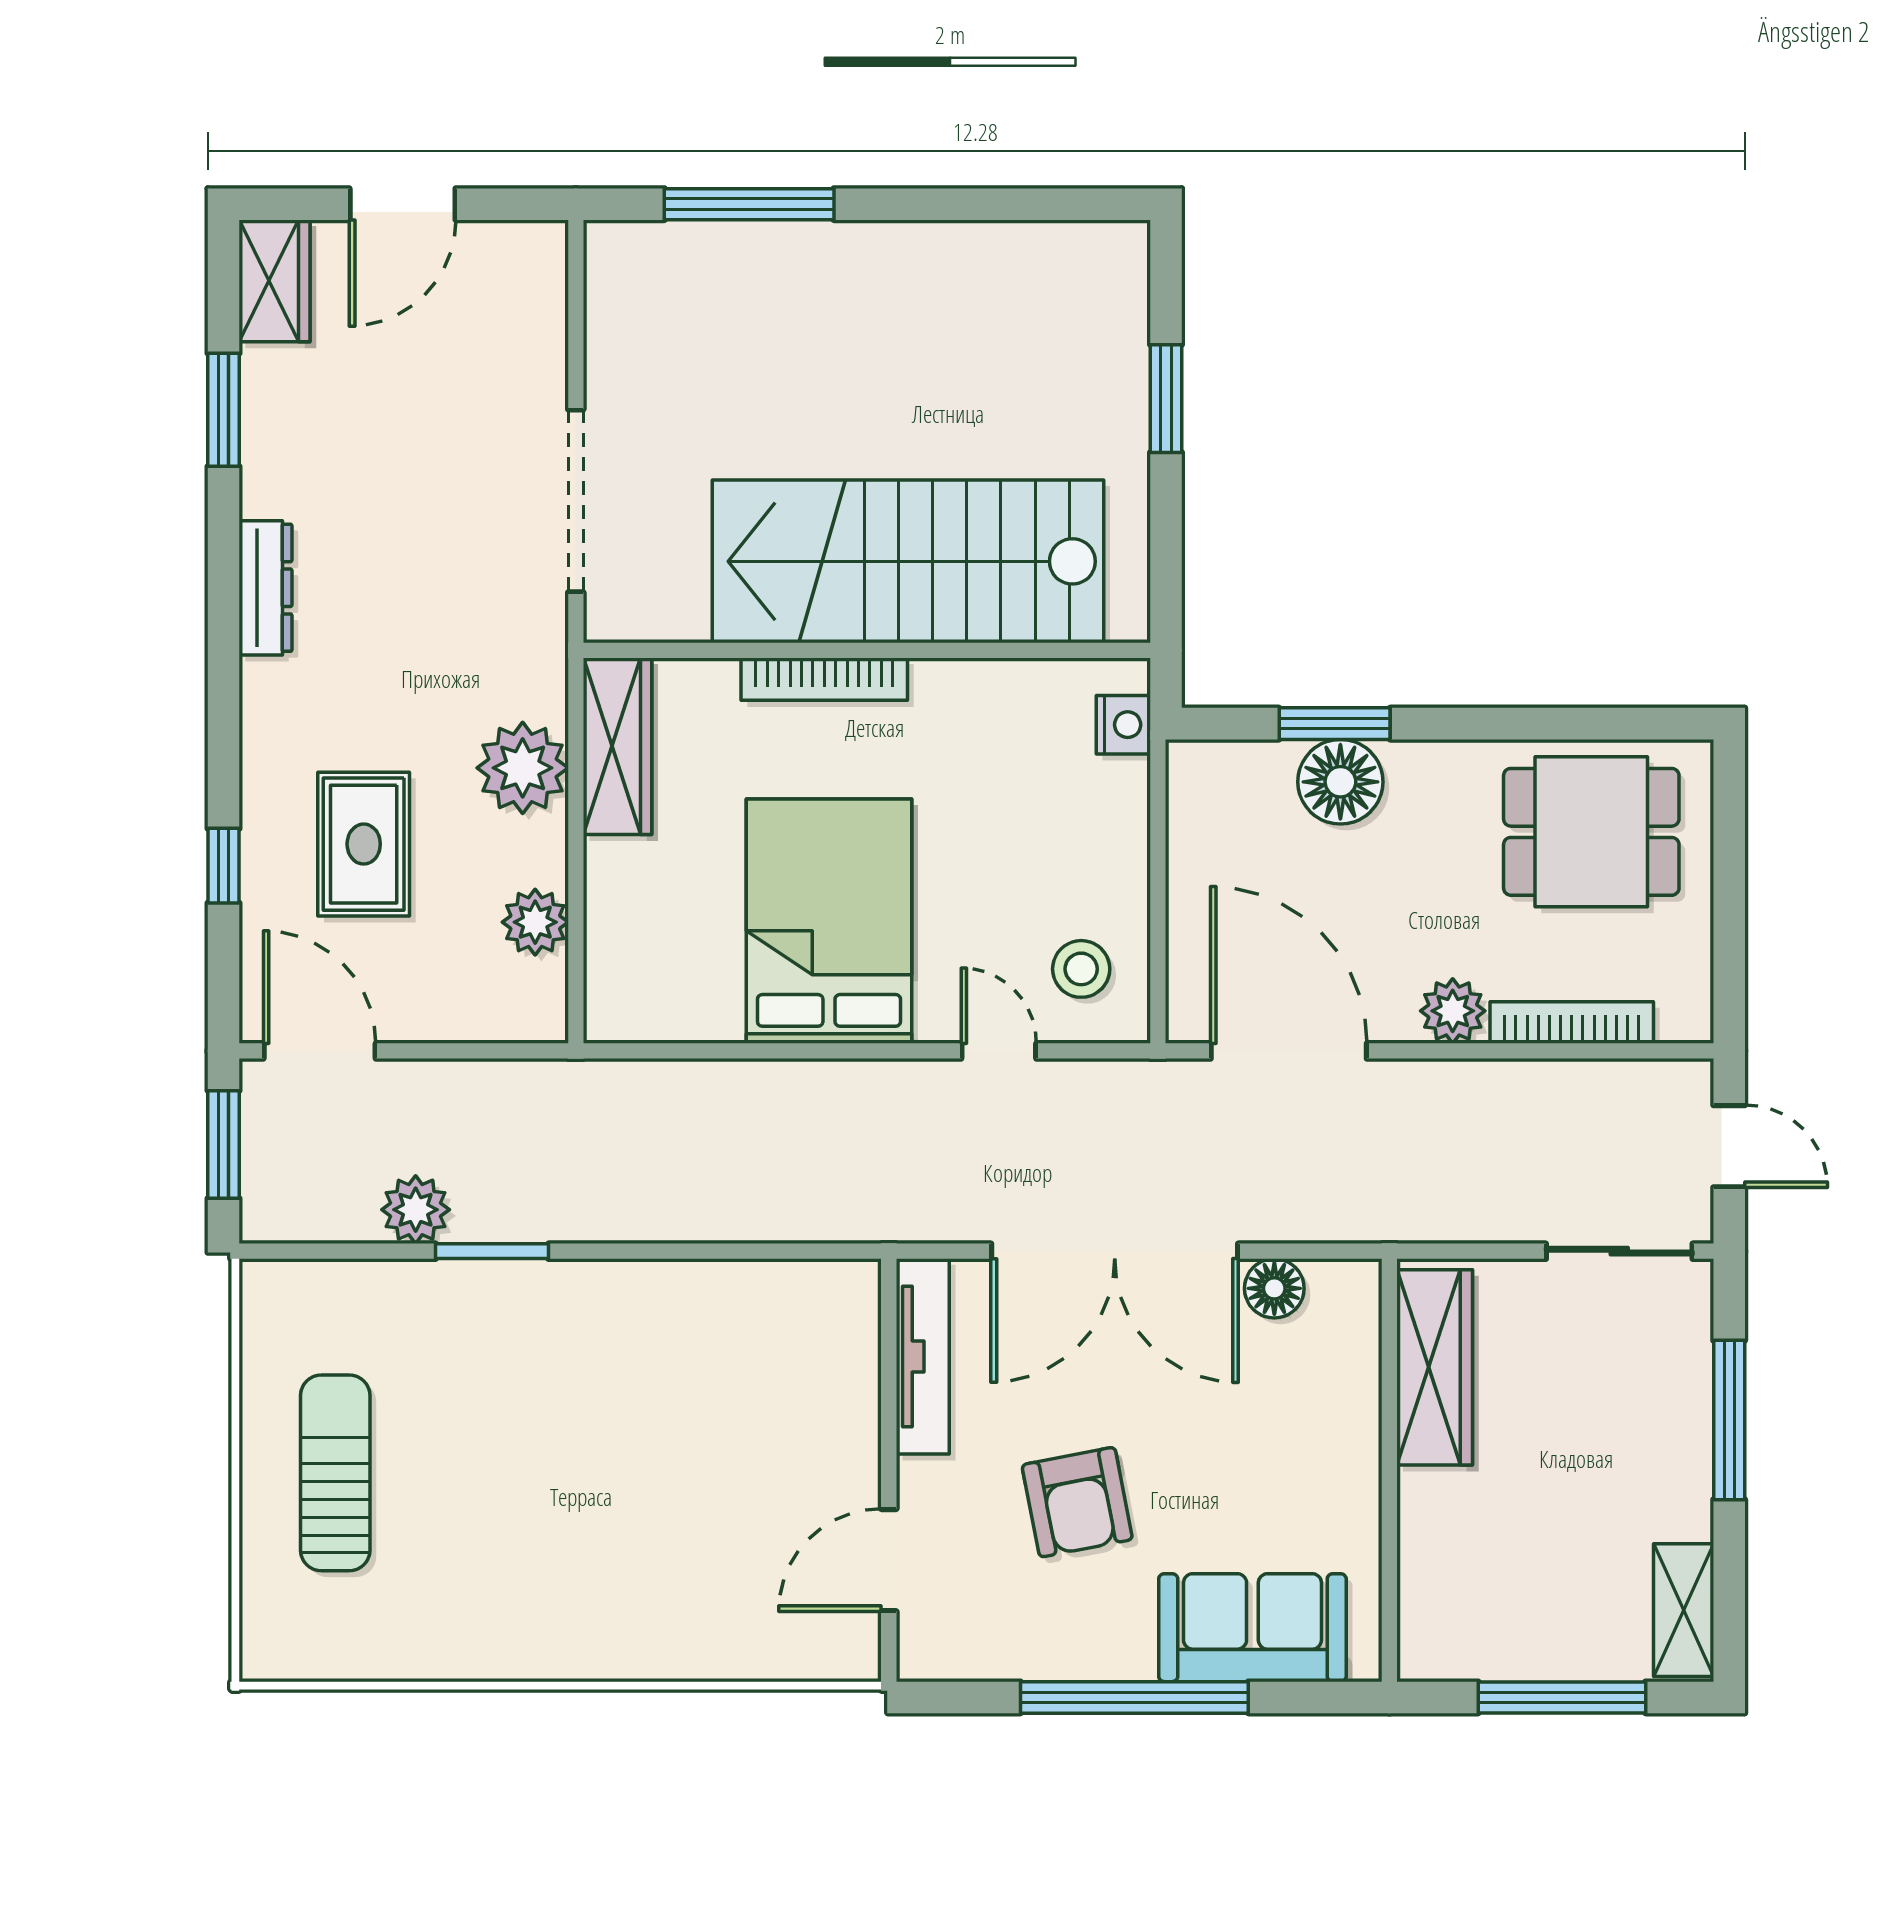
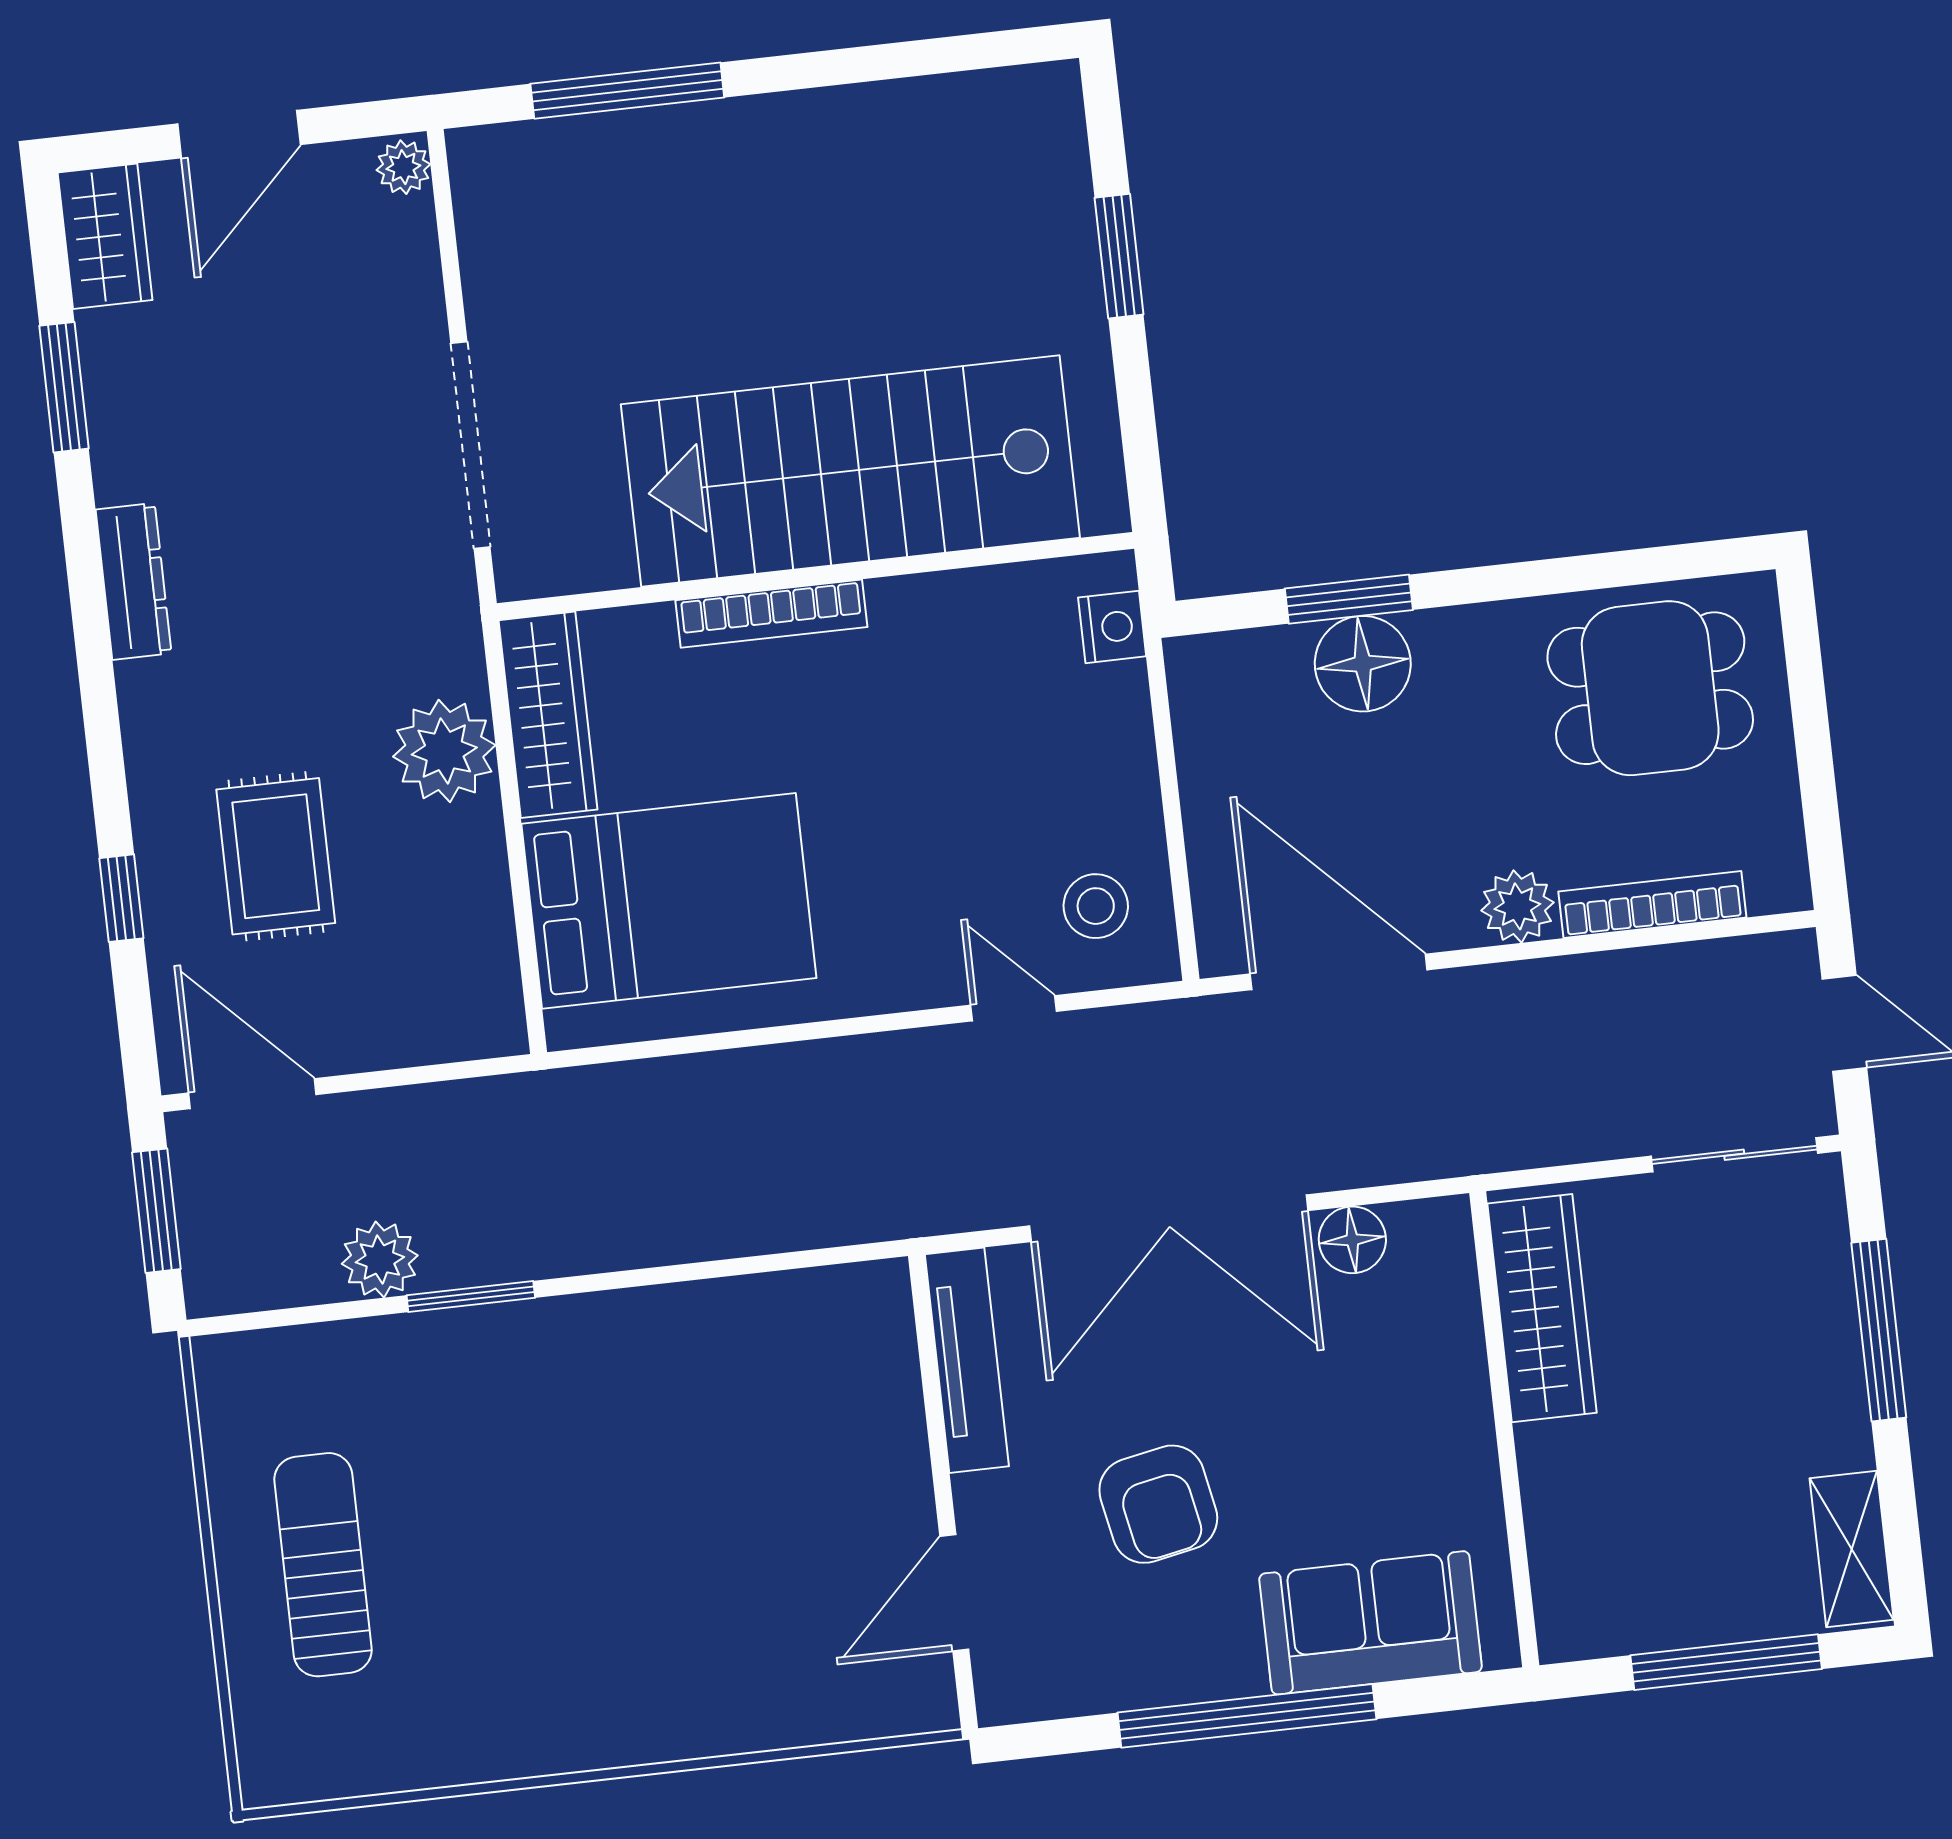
bed: (829, 921) -> (669, 901), moved, turned 90
plant: (535, 922) -> (403, 167), moved, width x0.73, depth x0.73

